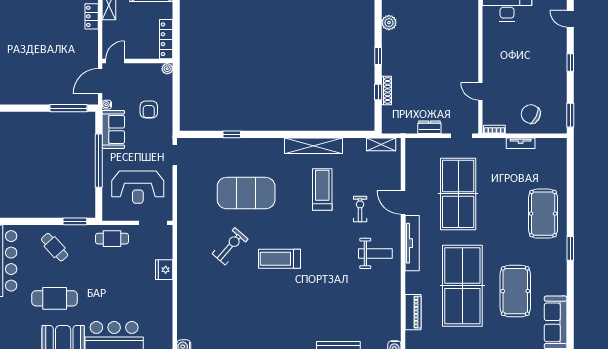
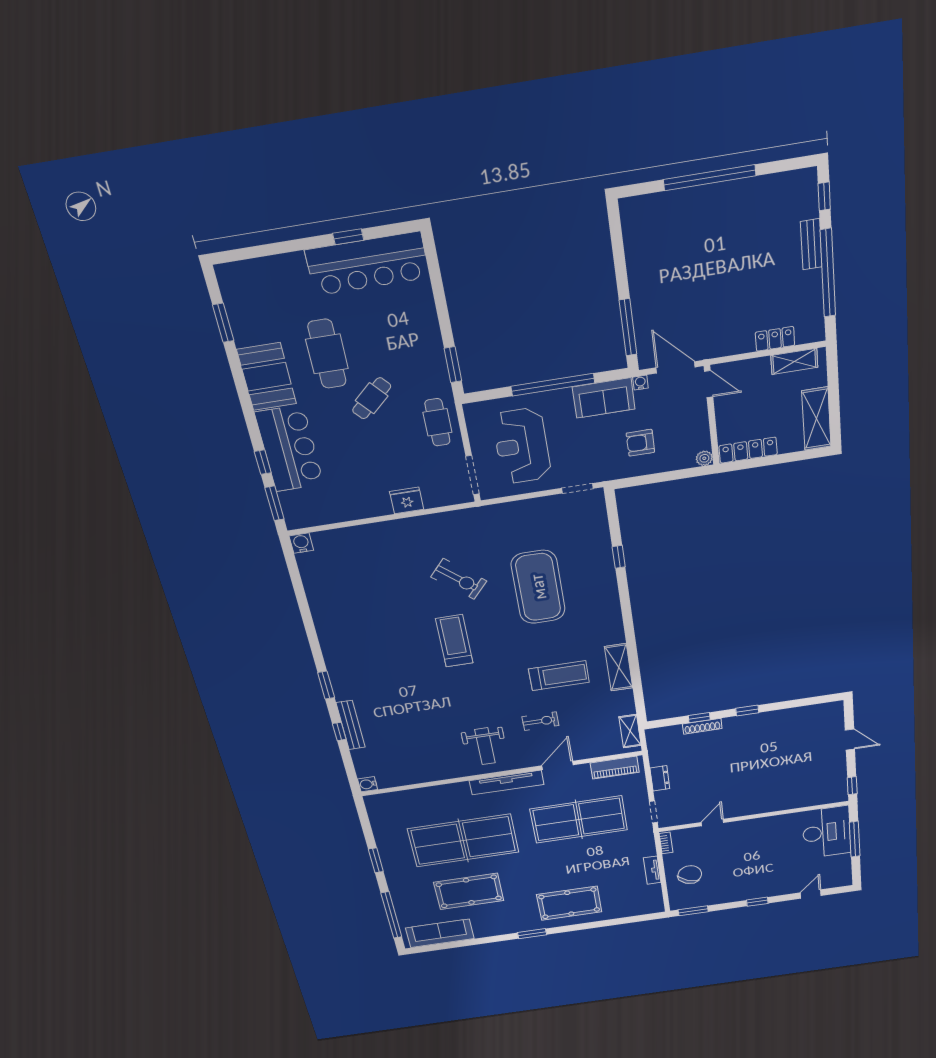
plant: (389, 23) -> (793, 716), removed
shelving: (314, 146) -> (619, 667), width x0.68
cafe table: (55, 247) -> (372, 398), moved
piano: (413, 312) -> (615, 768), moved

